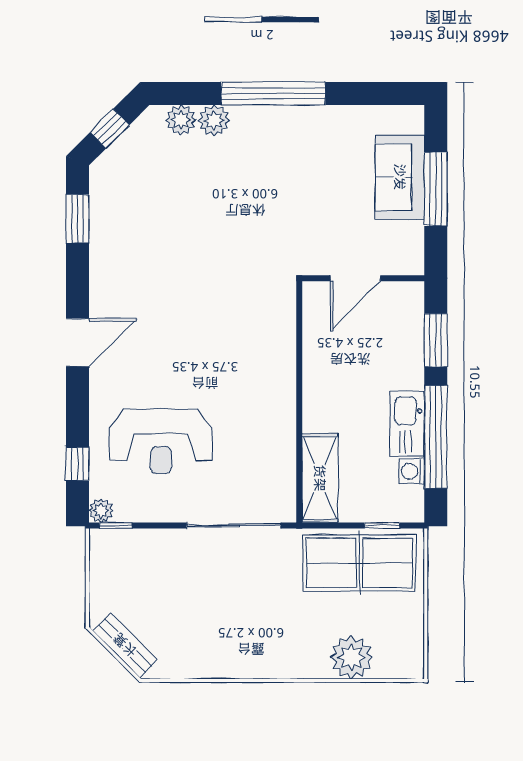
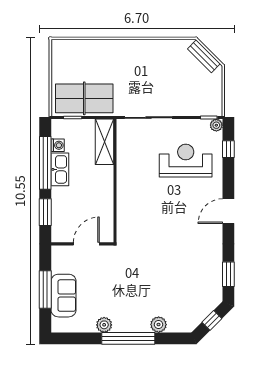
plant: (181, 120) -> (104, 325), moved
plant: (351, 657) -> (88, 50), removed

